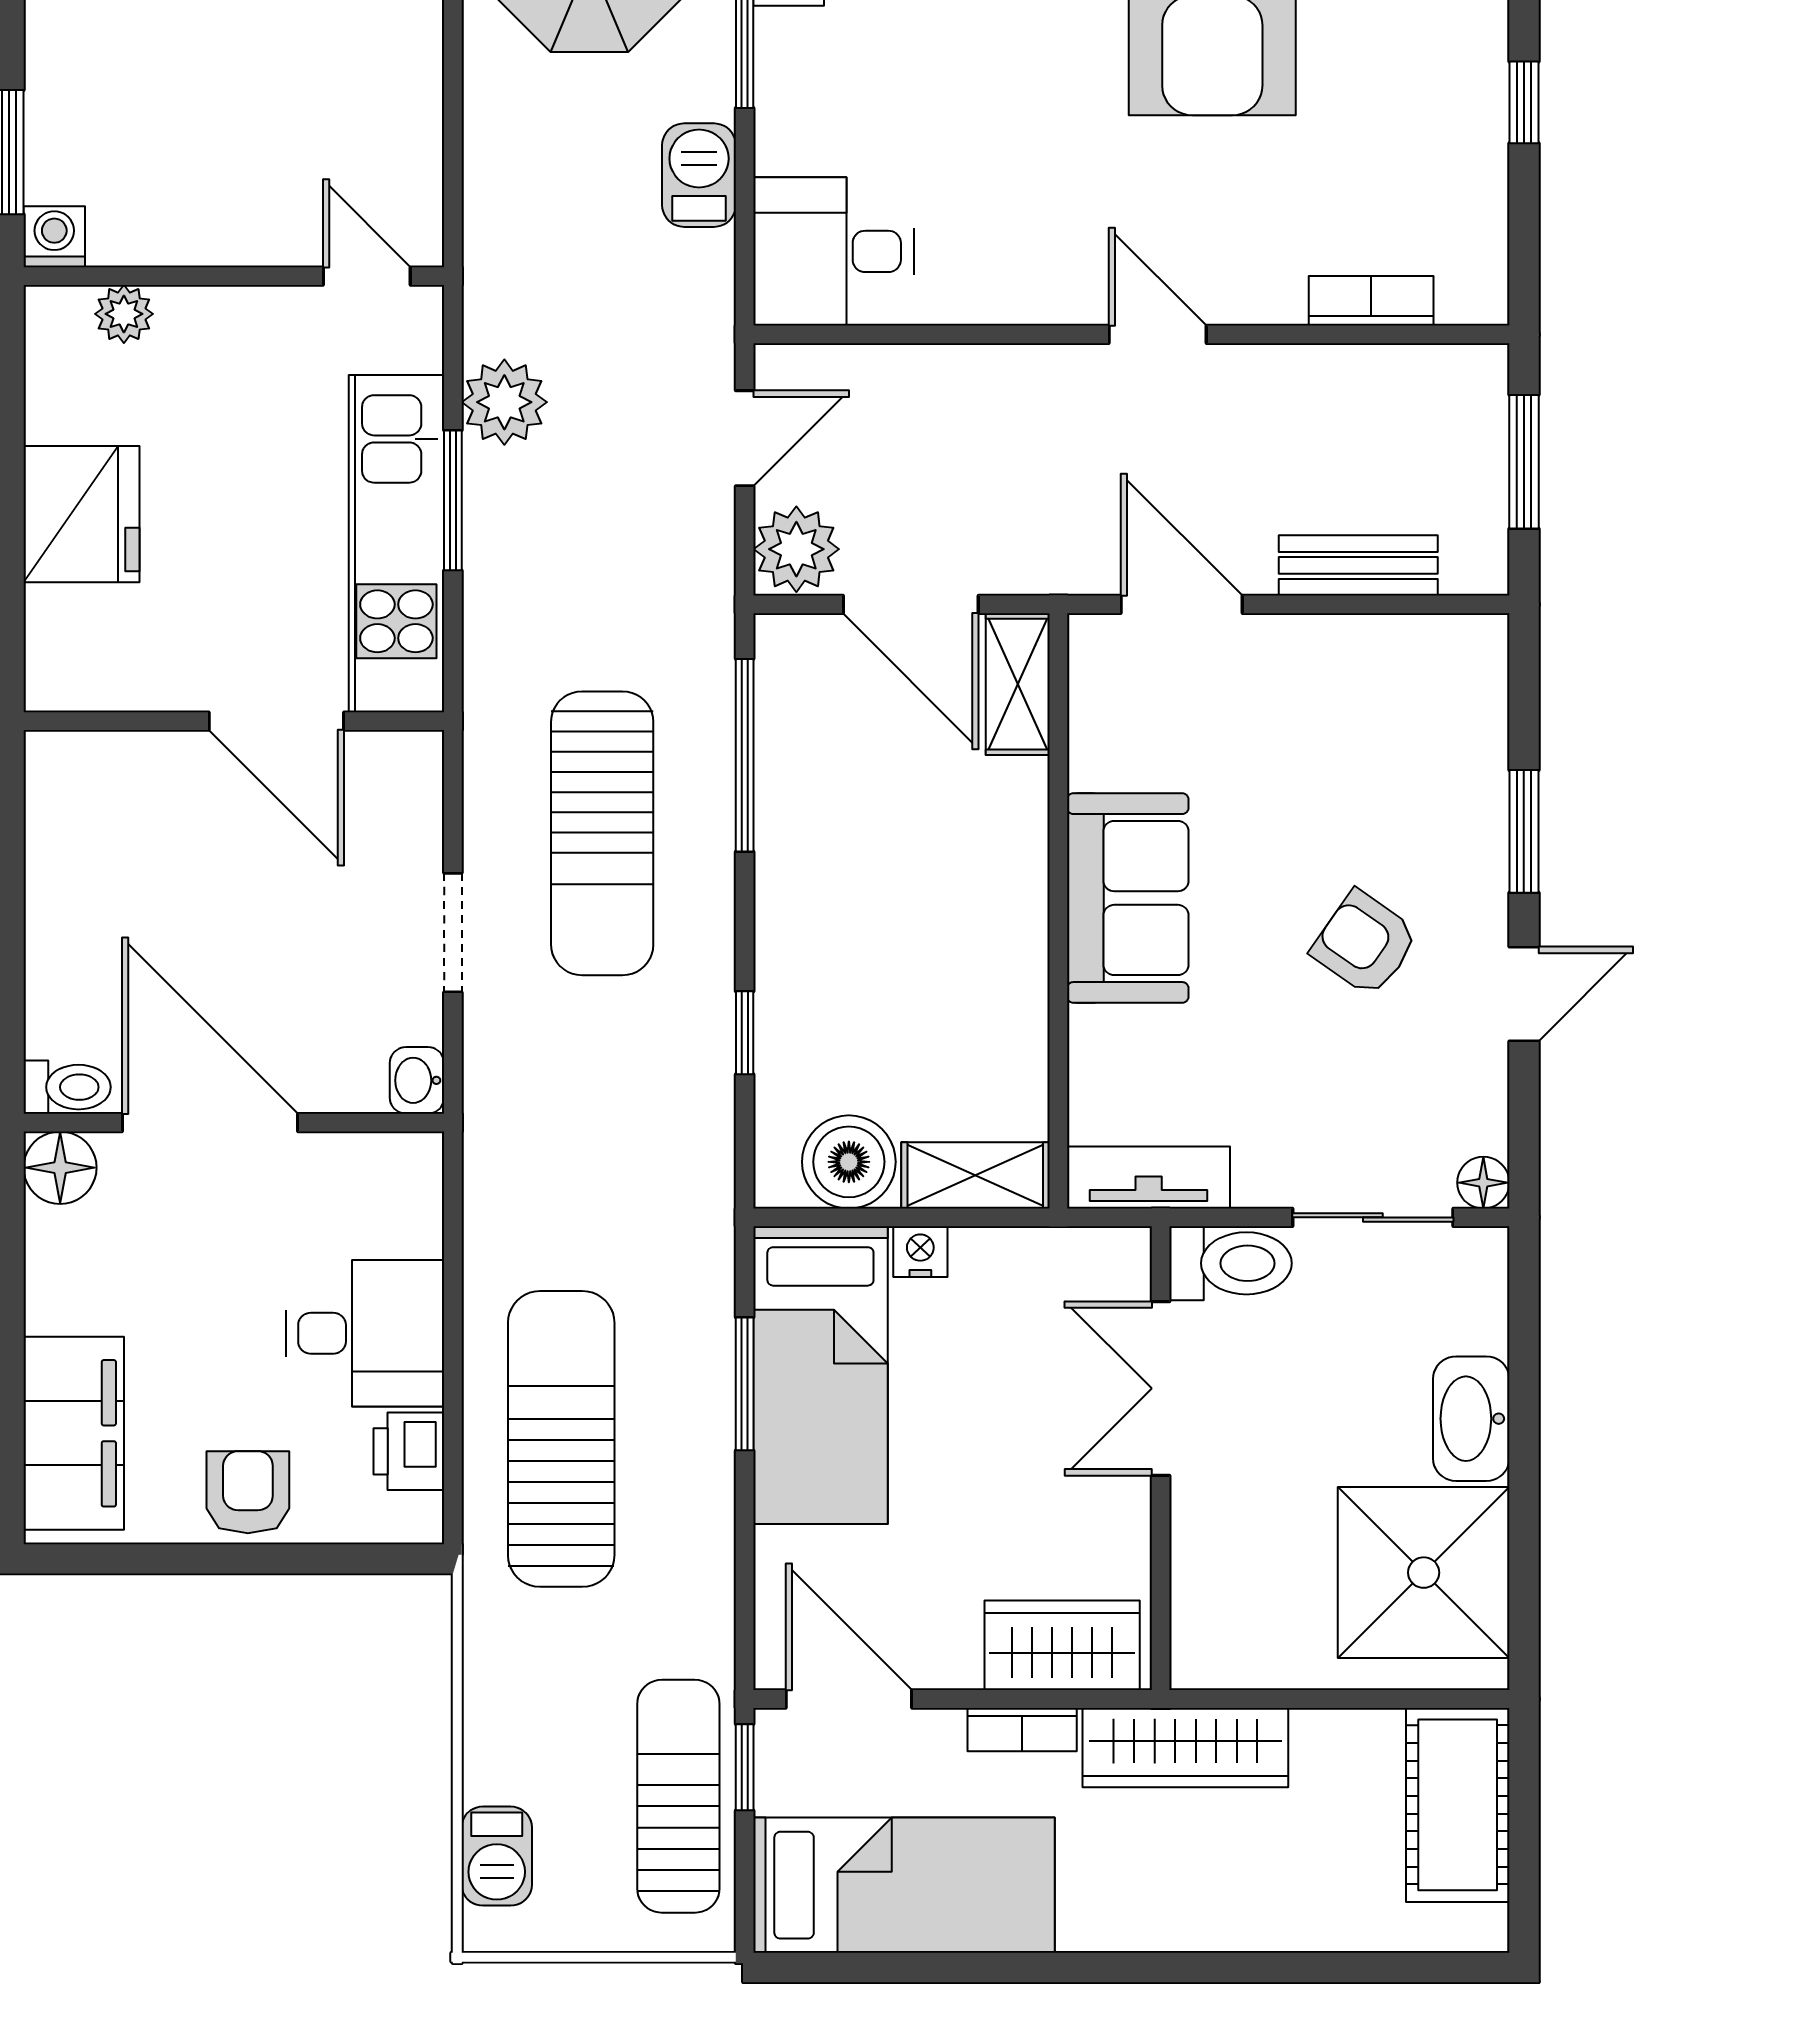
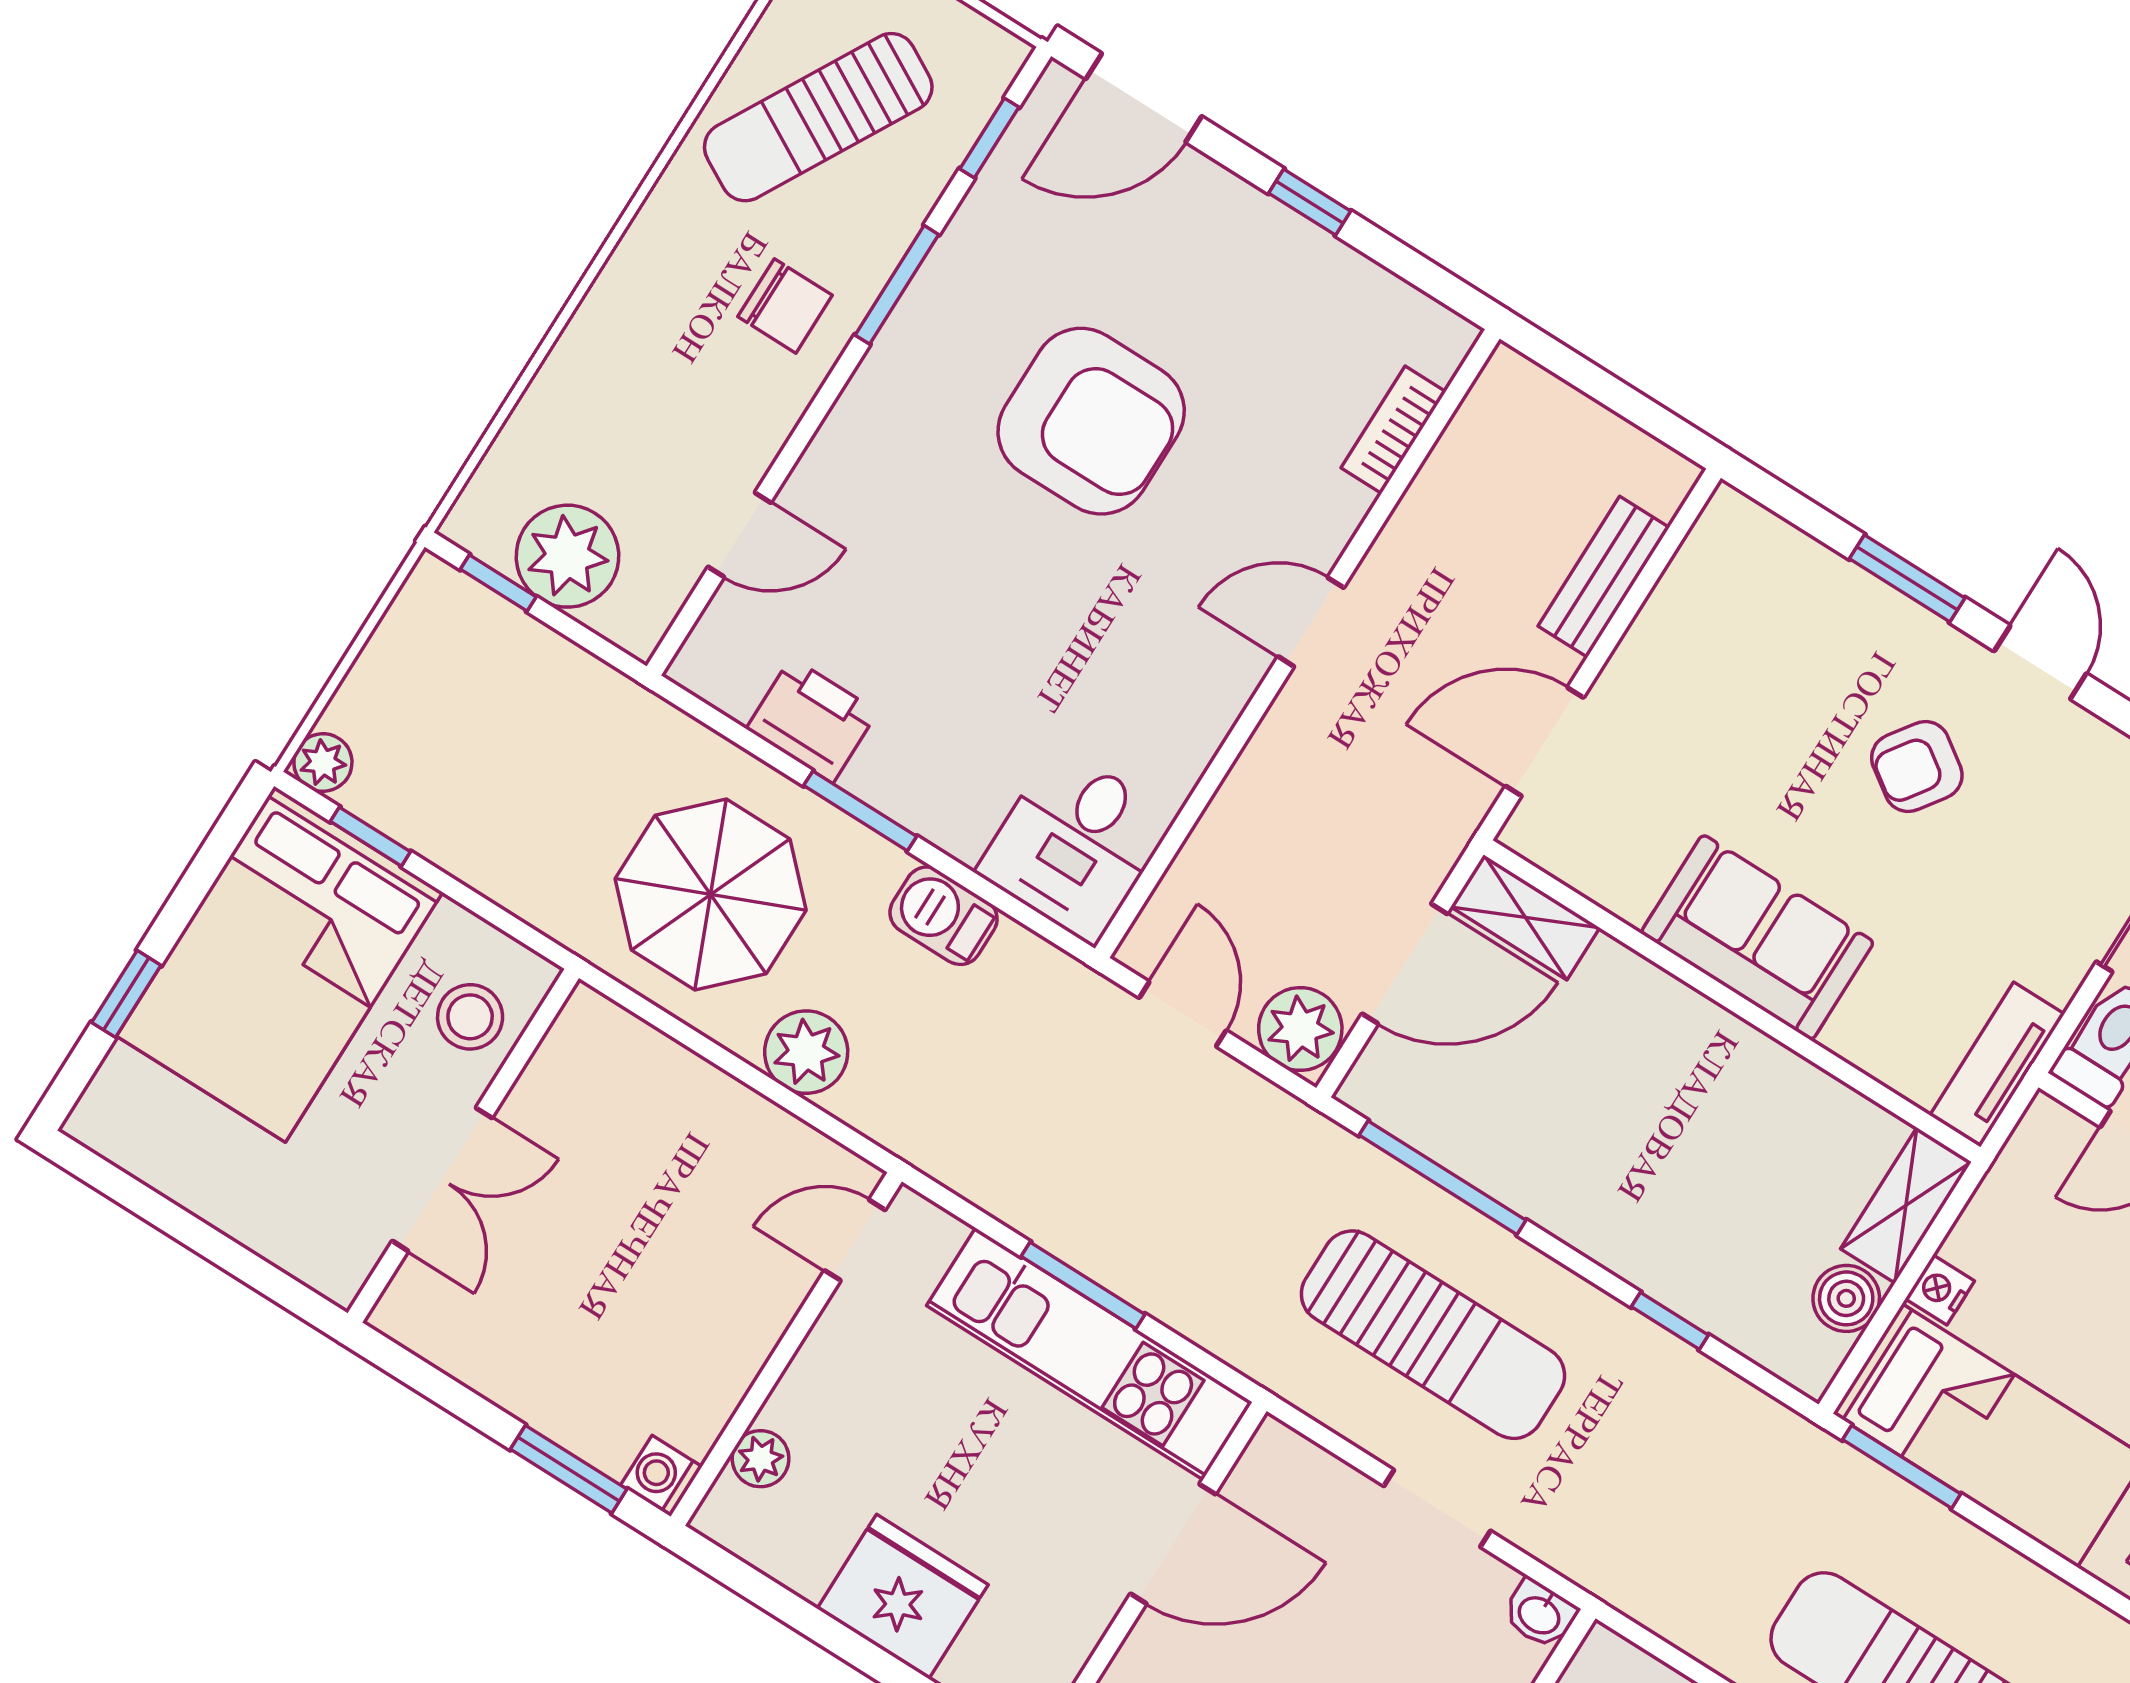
plant: (504, 402) -> (806, 1052), moved
window: (1524, 462) -> (1604, 388), removed
boiler: (849, 1162) -> (1846, 1298), width x0.73, depth x0.73
window: (745, 1384) -> (1902, 1467), moved

